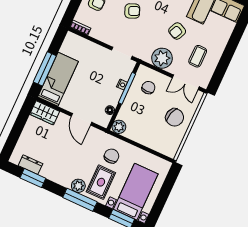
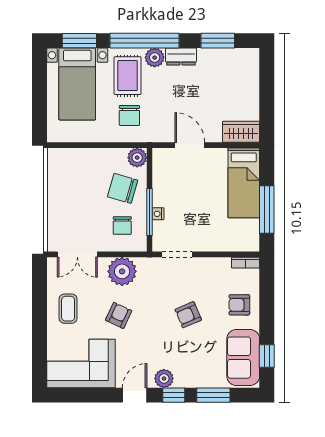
coffee table: (198, 56) -> (68, 309), moved
window: (45, 69) -> (267, 209), moved
double door: (186, 82) -> (77, 254), swing flipped
floor lamp: (110, 110) -> (159, 174), removed
chair: (175, 117) -> (123, 188), moved
dresser: (30, 165) -> (181, 57), moved
window: (80, 200) -> (144, 41), width x1.46

